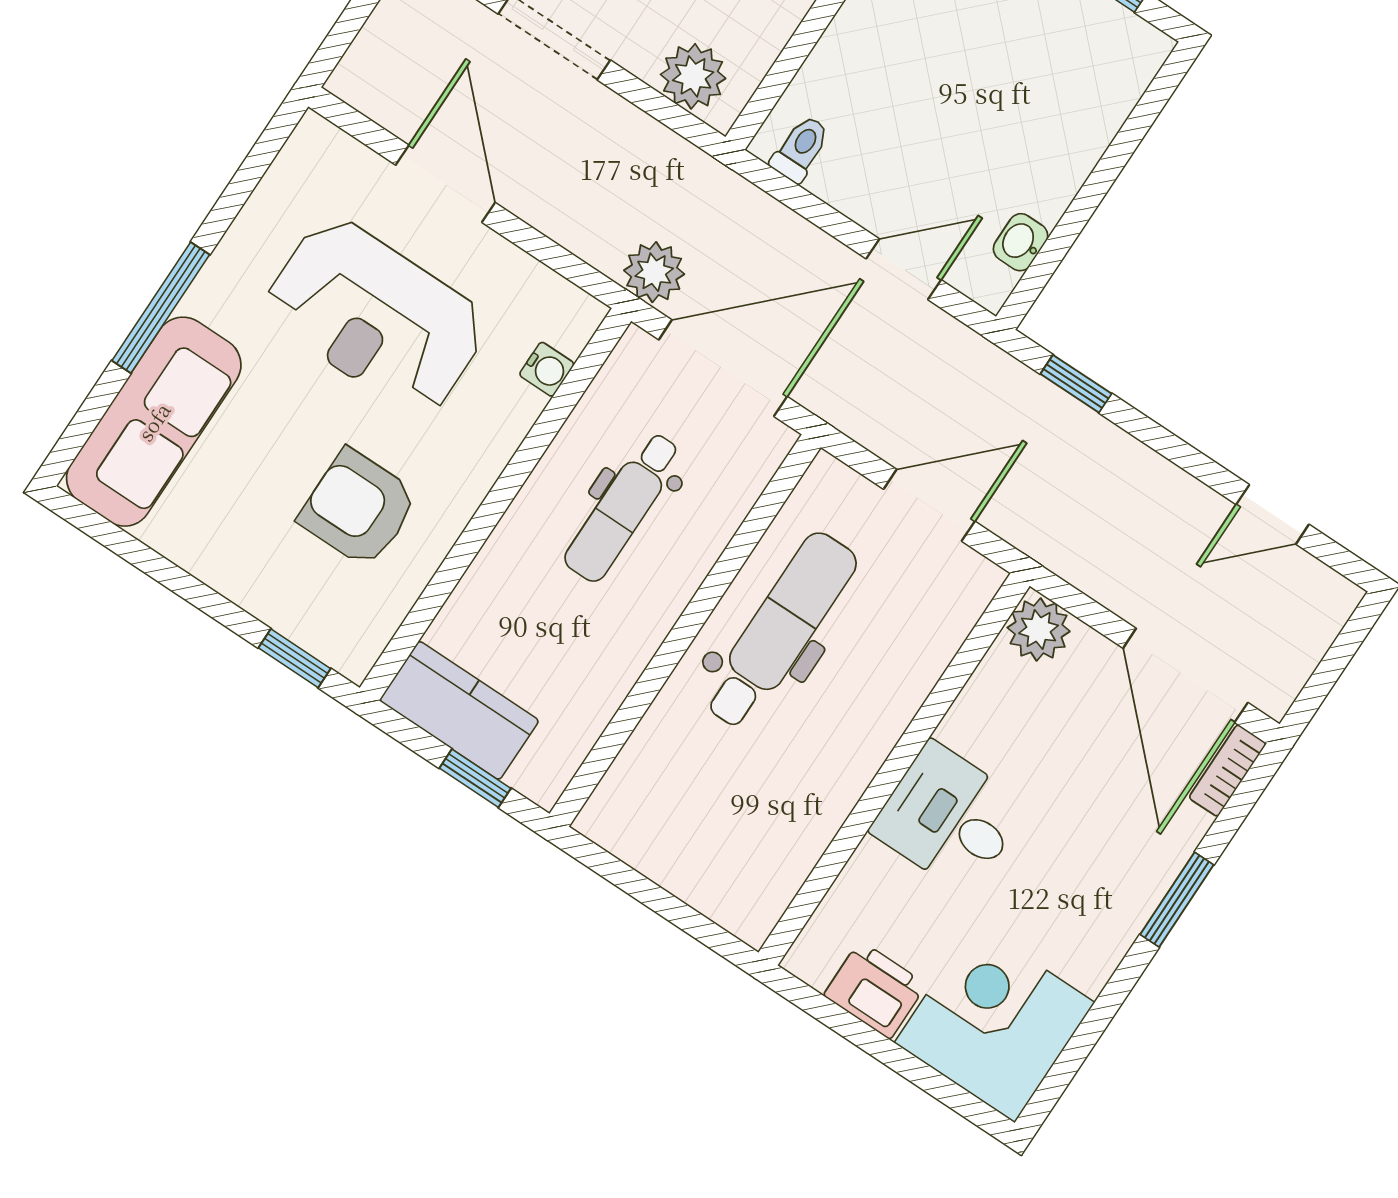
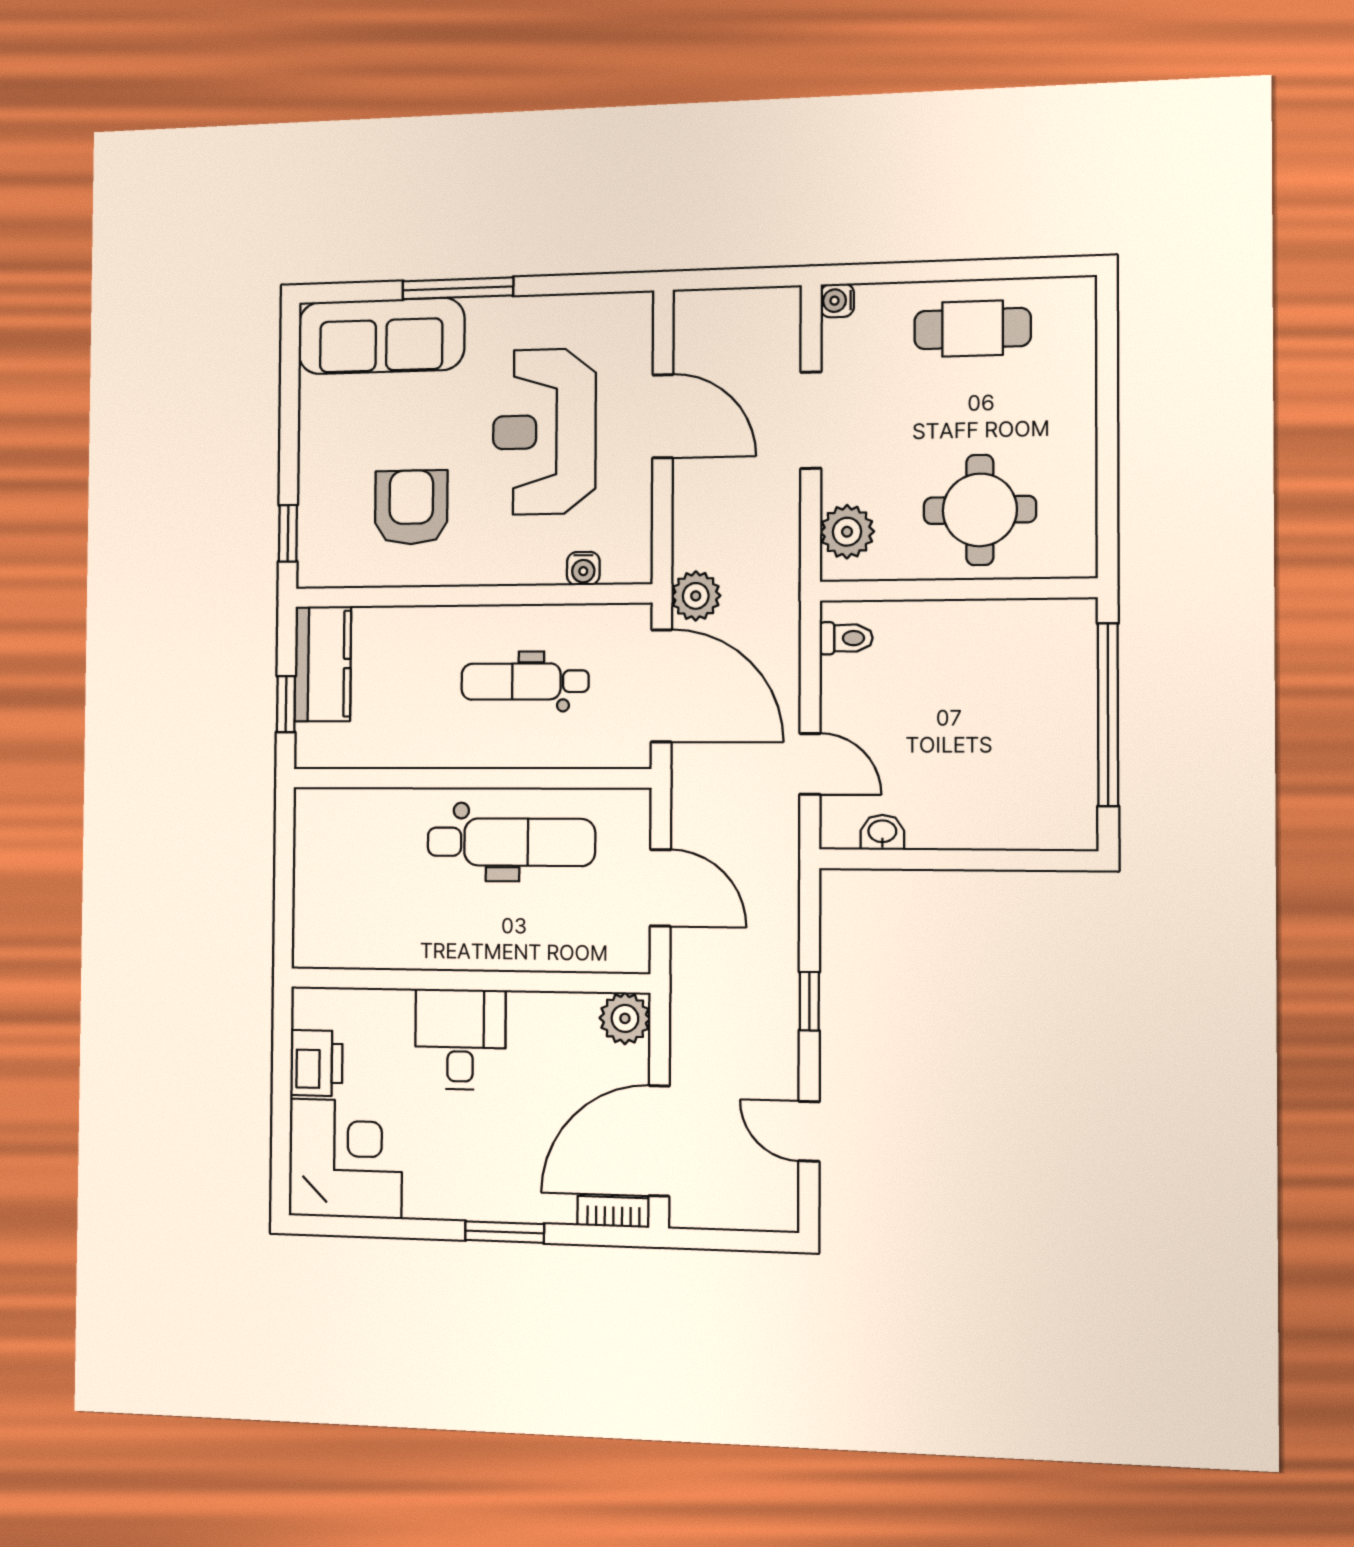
door: (445, 184) -> (663, 416), hinge flipped
window: (1076, 384) -> (809, 1001), moved

